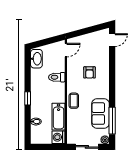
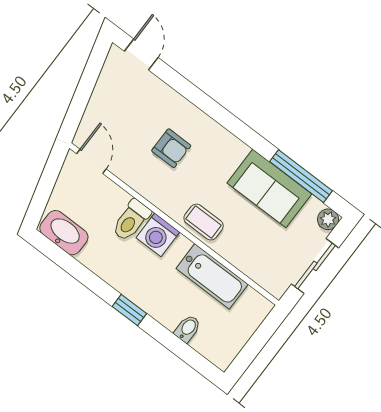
washing machine: (59, 137) -> (158, 235), moved

